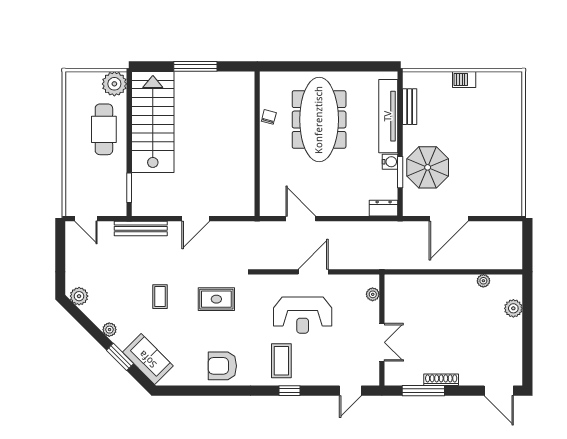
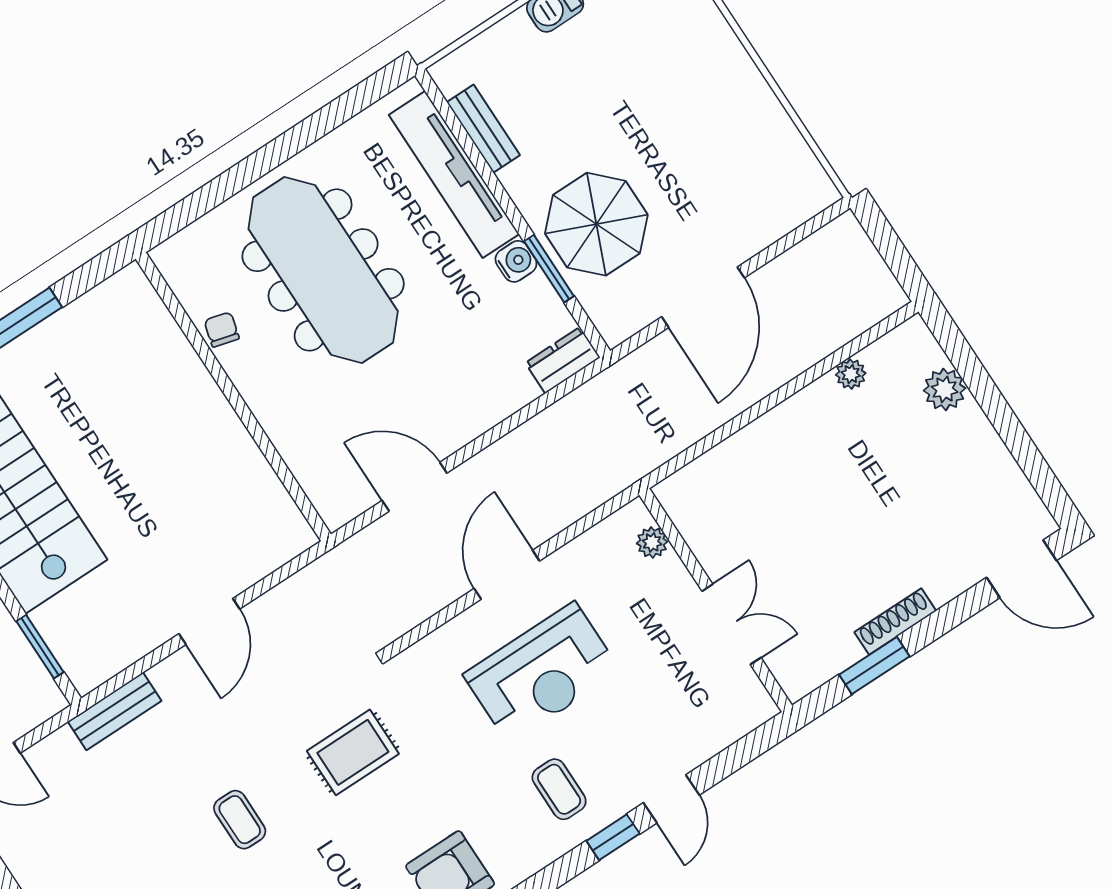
bench: (141, 228) -> (115, 711), width x0.73
coffee table: (281, 361) -> (559, 789), width x0.73, depth x0.77
door: (350, 391) -> (671, 799), moved
window: (423, 391) -> (874, 665), width x0.69

